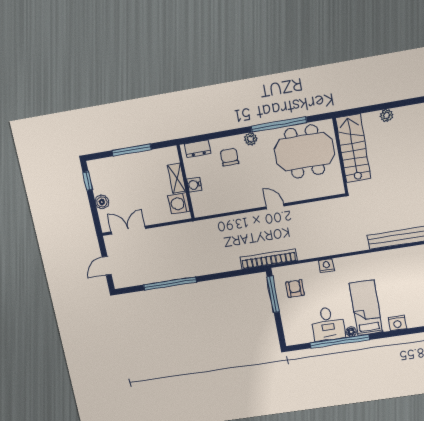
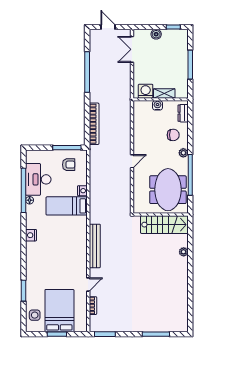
double door: (128, 230) -> (132, 49), swing flipped
bookcase: (269, 259) -> (94, 124), moved
bed: (366, 308) -> (67, 206), moved, turned 180
desk: (327, 324) -> (38, 179), width x1.37

